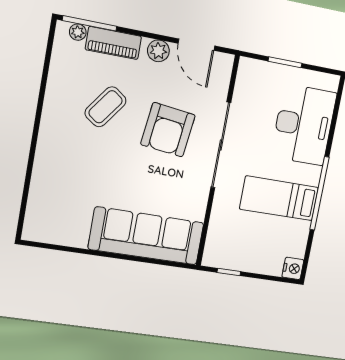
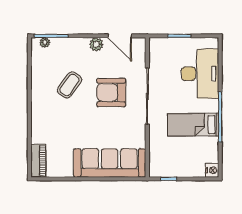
piano: (113, 43) -> (38, 161), moved, turned -90
armchair: (168, 130) -> (111, 92), turned 83

